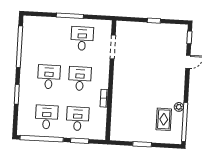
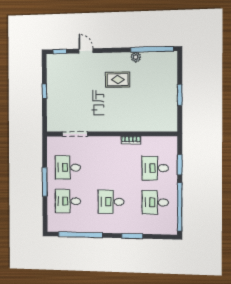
desk: (80, 79) -> (68, 201), moved
rug: (164, 119) -> (118, 80), moved

